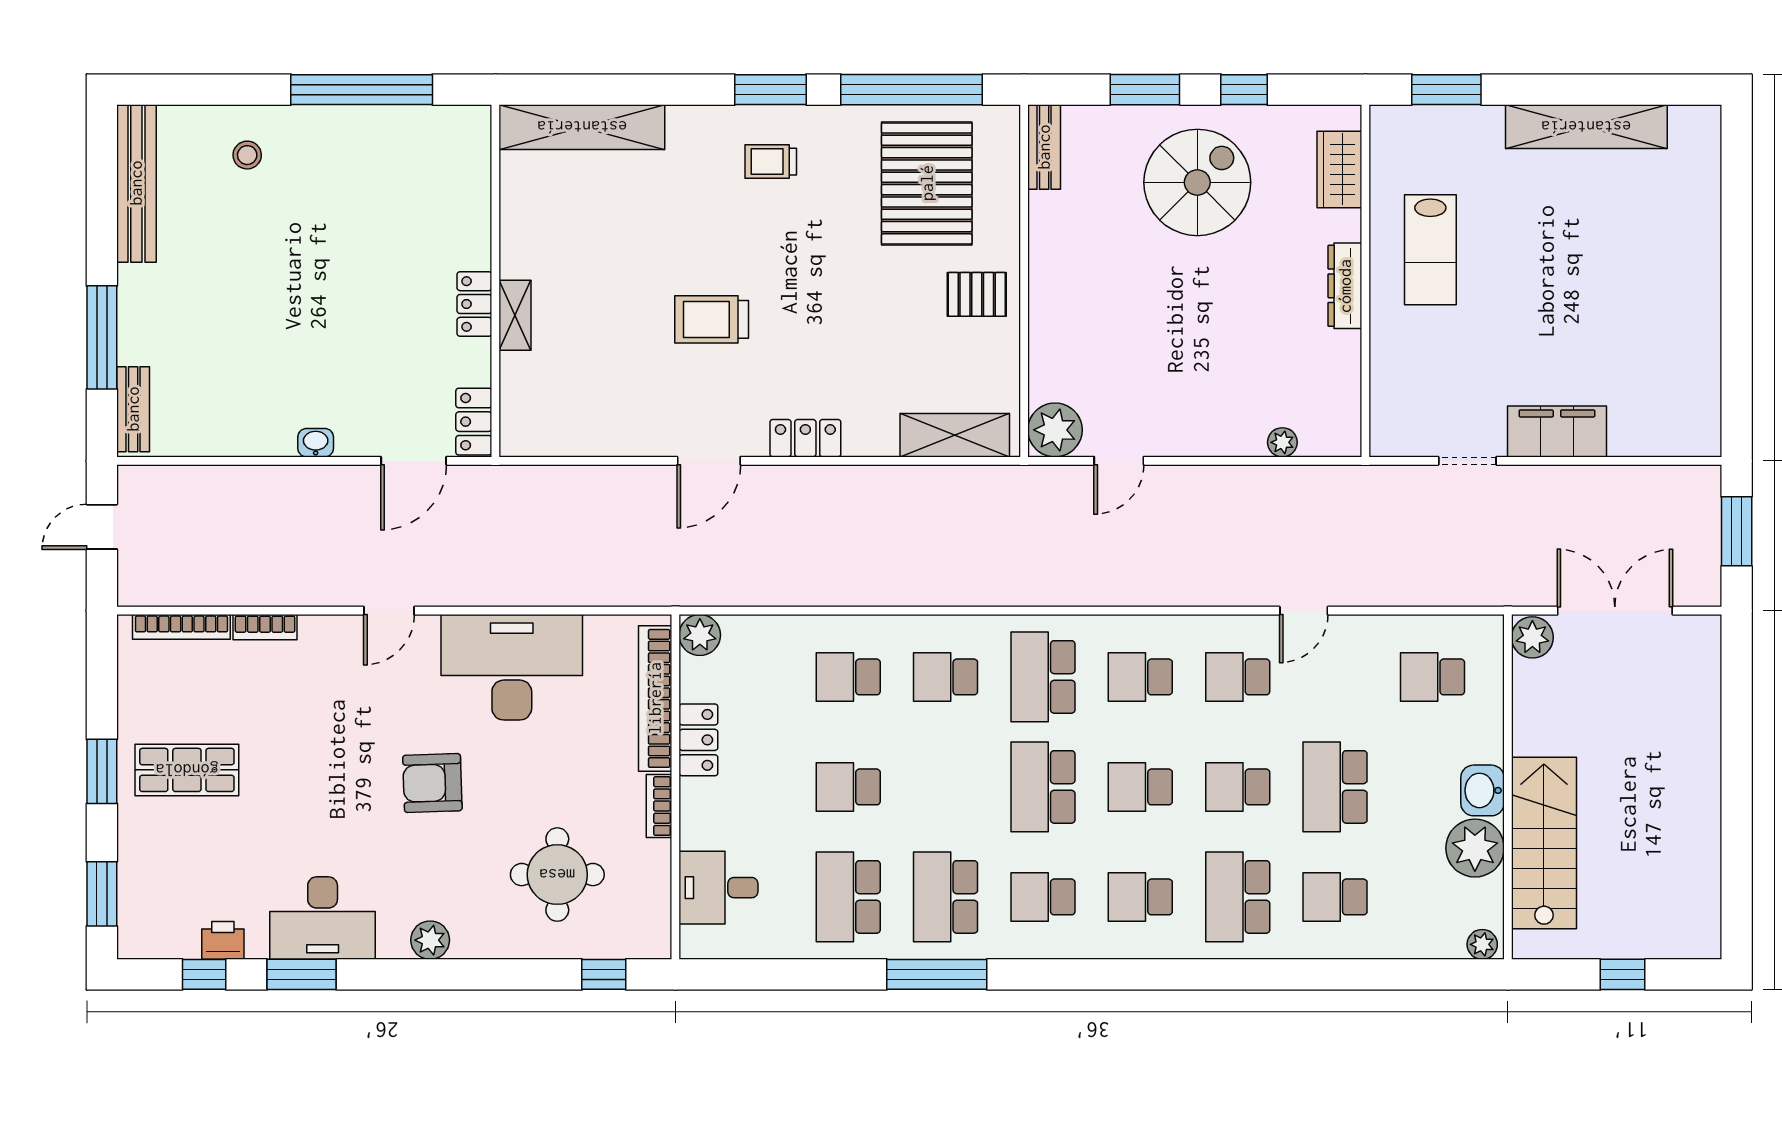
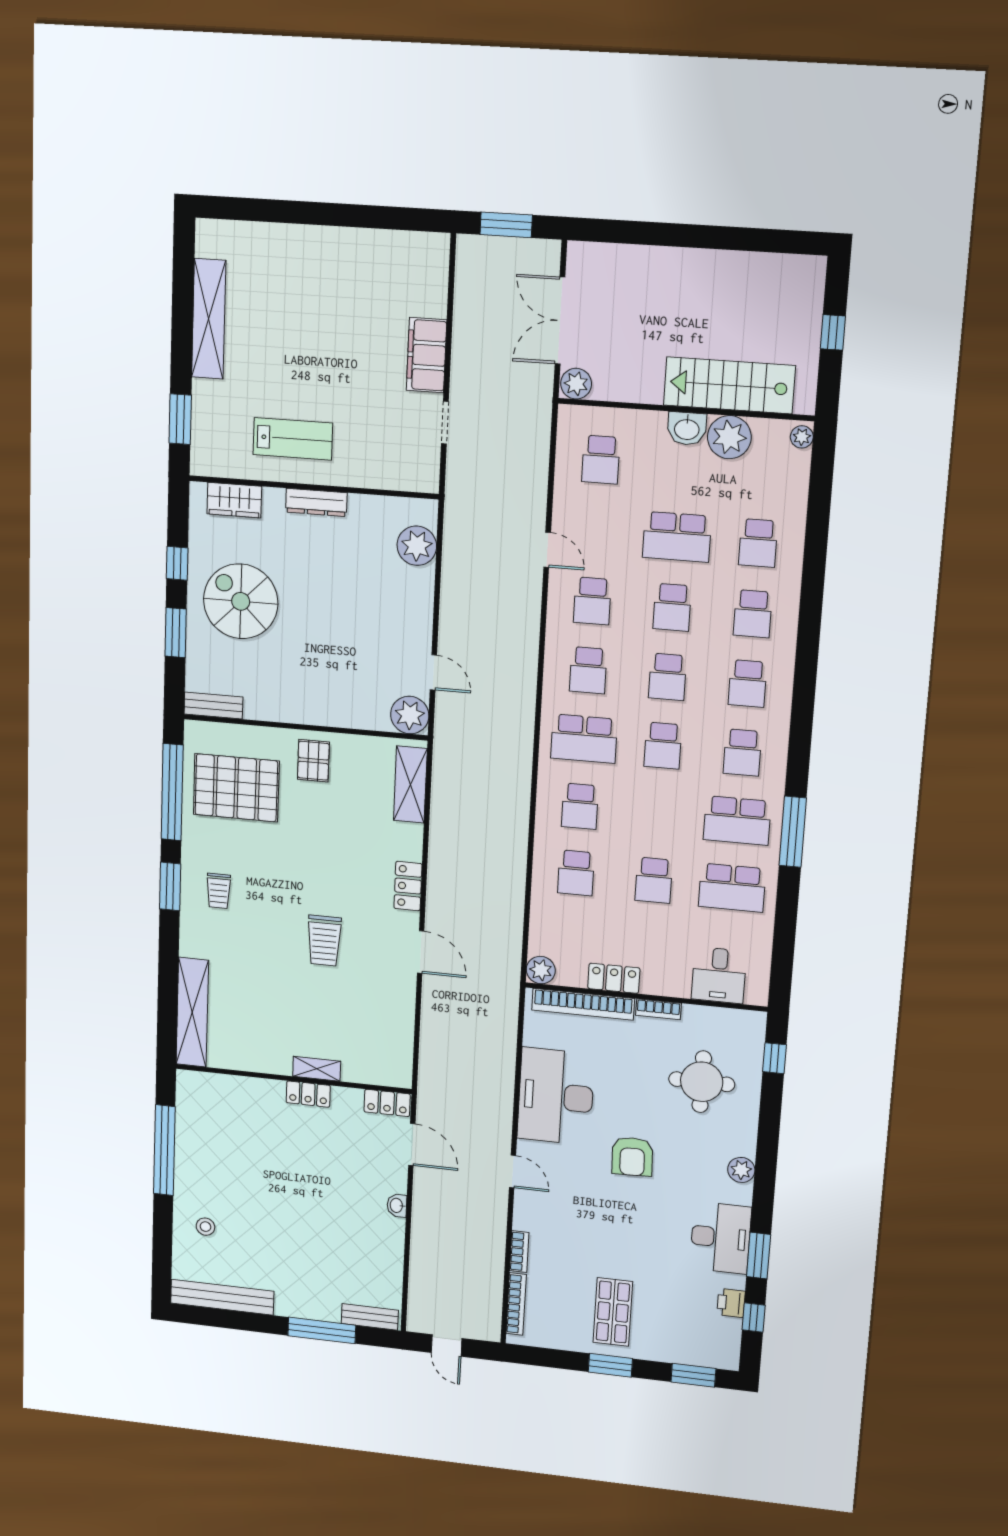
plant: (1282, 442) -> (417, 546), width x1.87, depth x1.87
school desk: (1043, 787) -> (663, 746), width x0.54
school desk: (1238, 897) -> (753, 614), width x0.54

